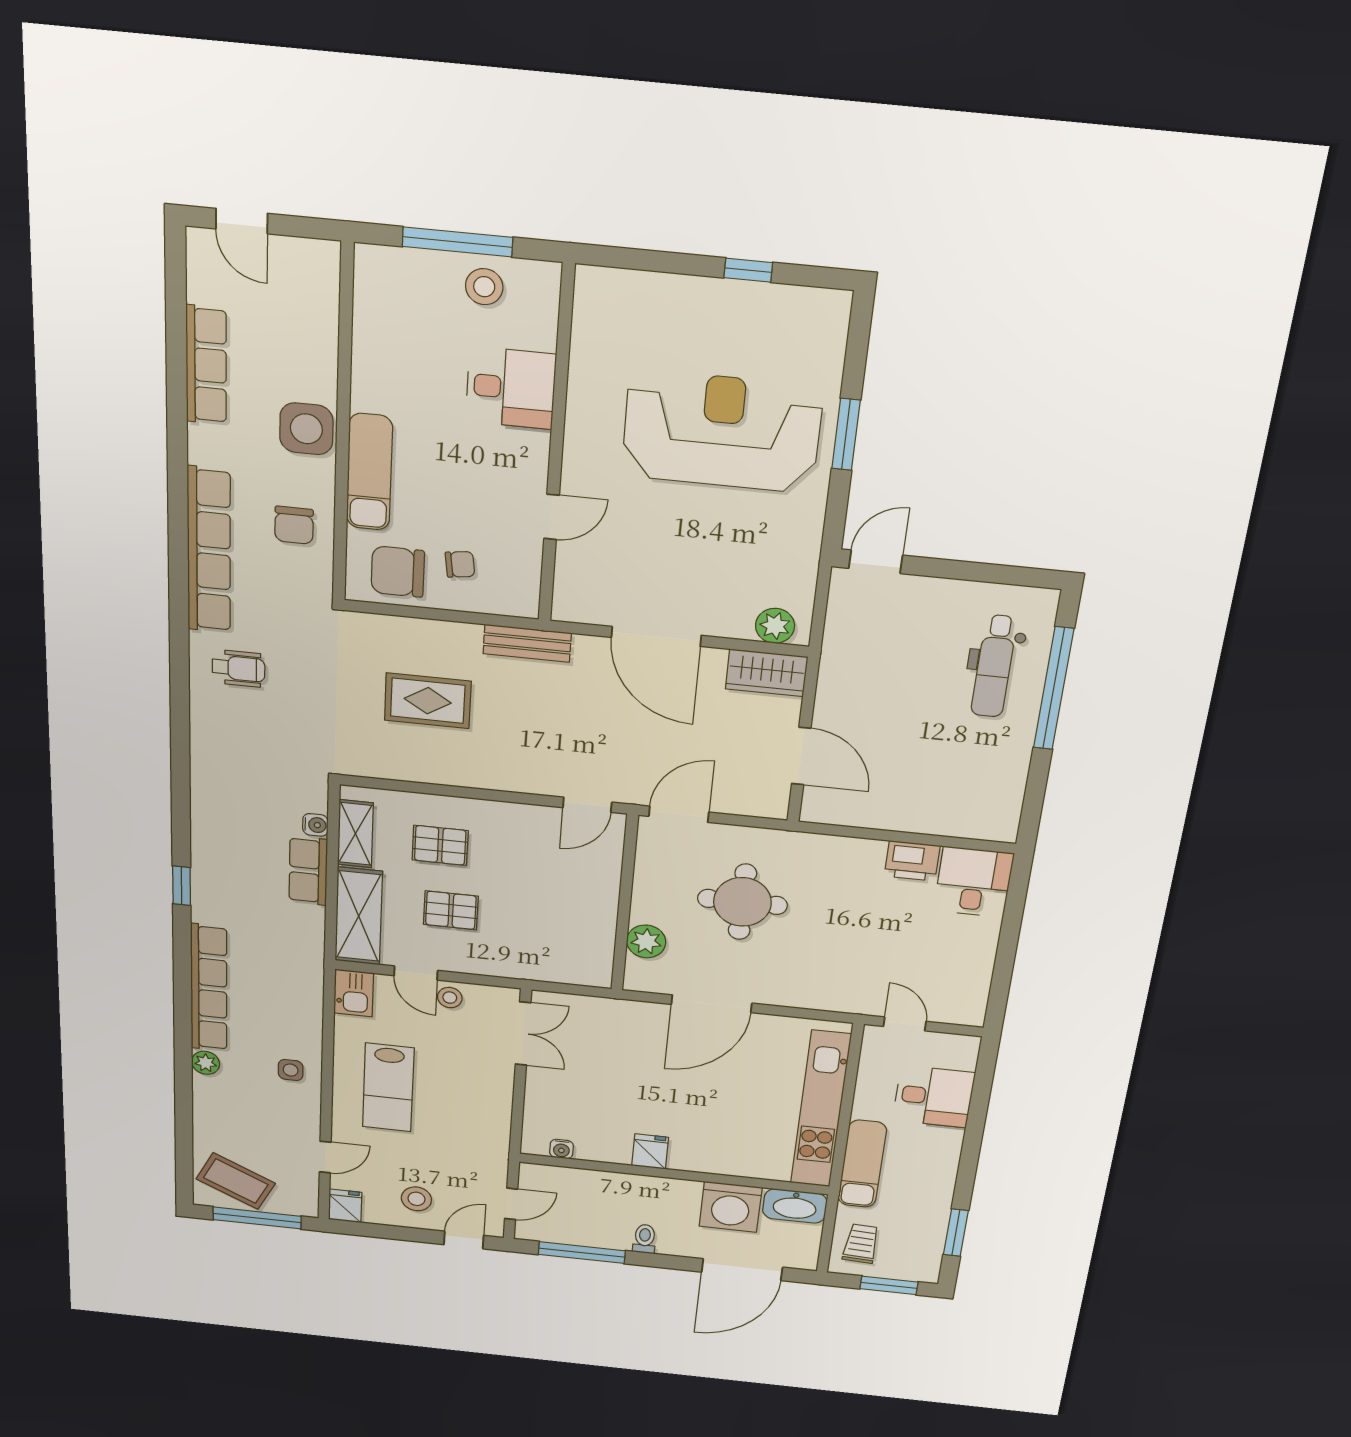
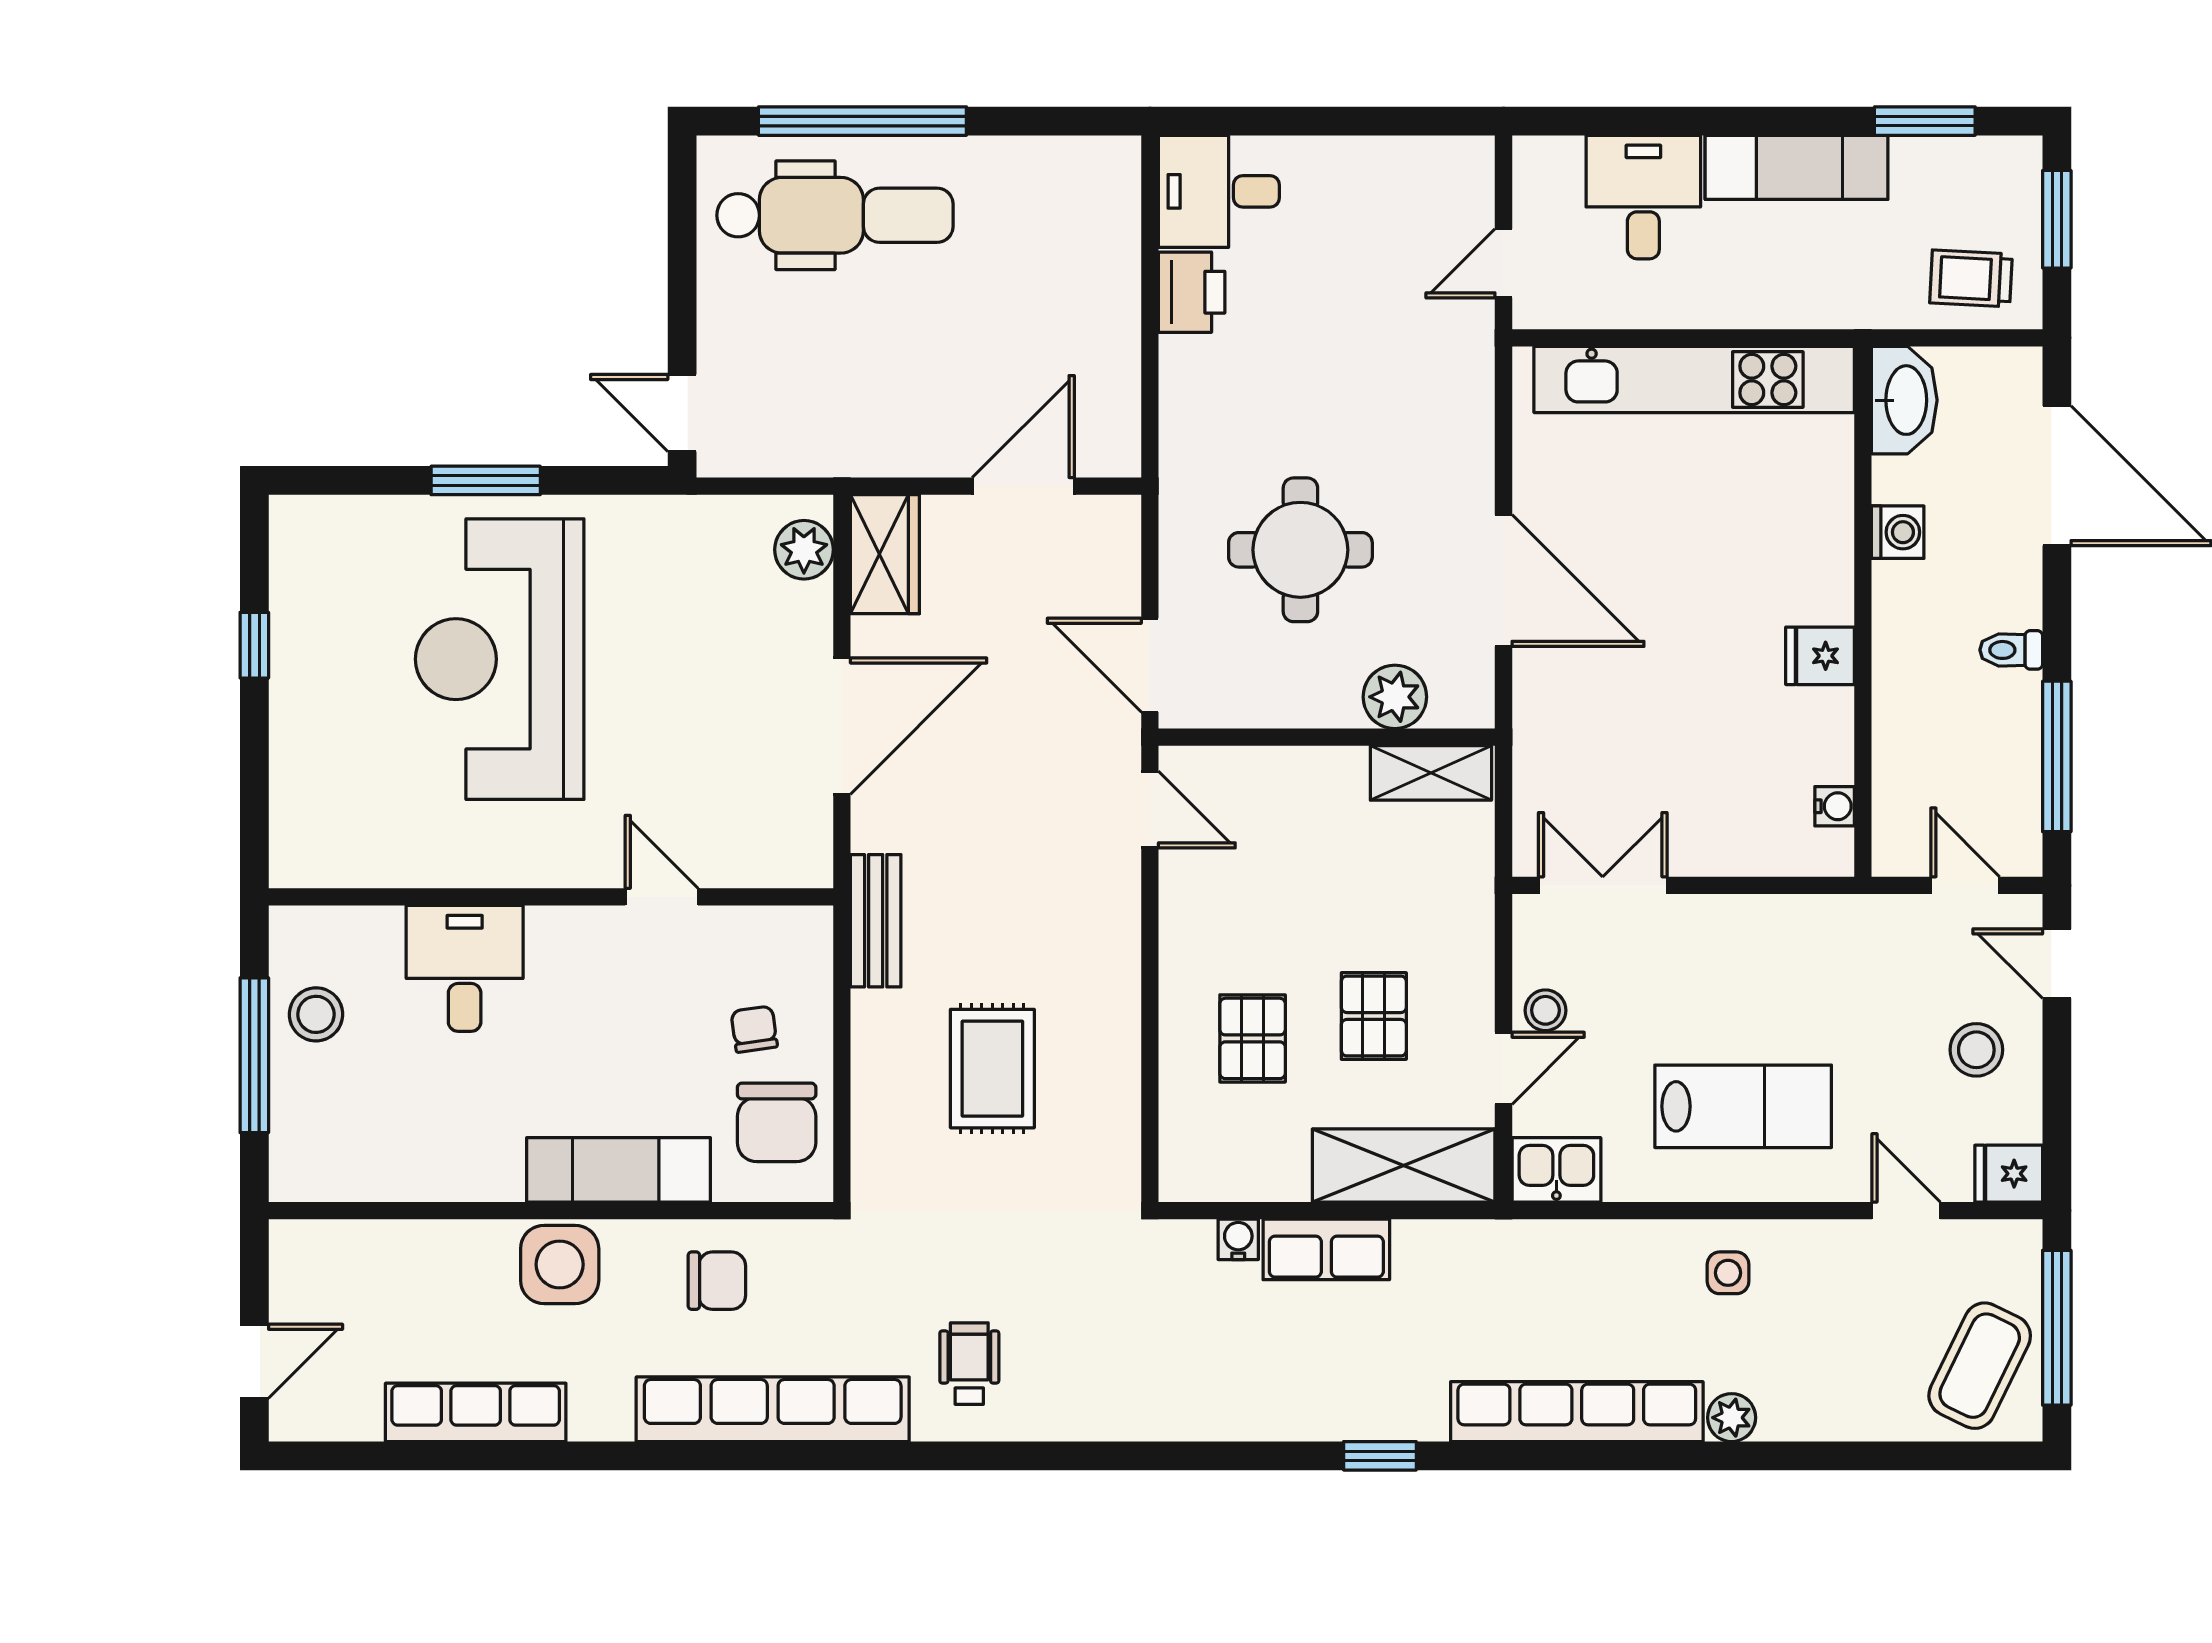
dental chair: (994, 666) -> (835, 215), width x1.36, depth x1.38
shelving: (355, 834) -> (1431, 773), moved
exam couch: (862, 1164) -> (1797, 167), moved, turned 180
washing machine: (731, 1207) -> (1898, 532), width x0.53, depth x0.53

